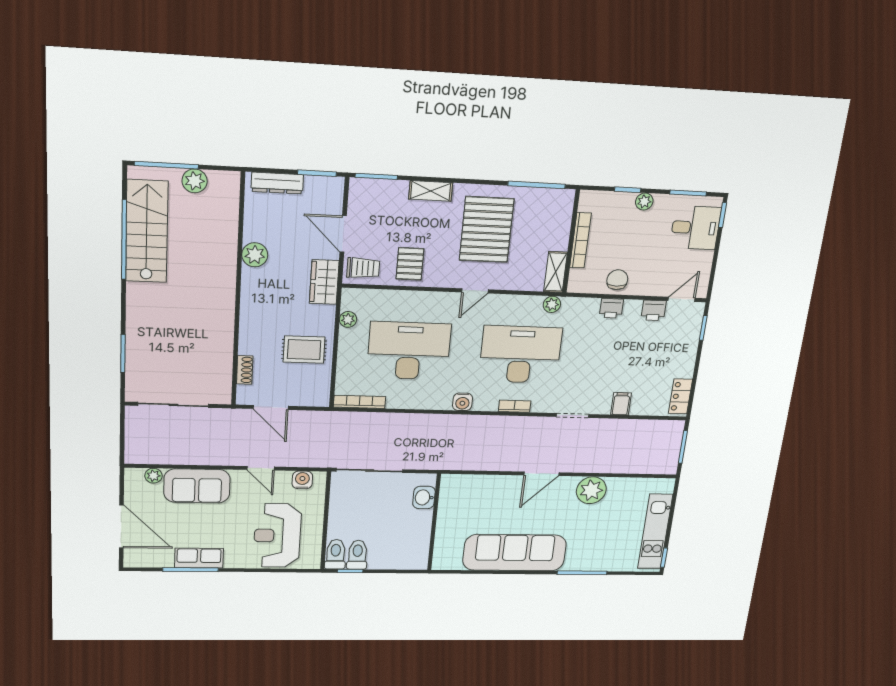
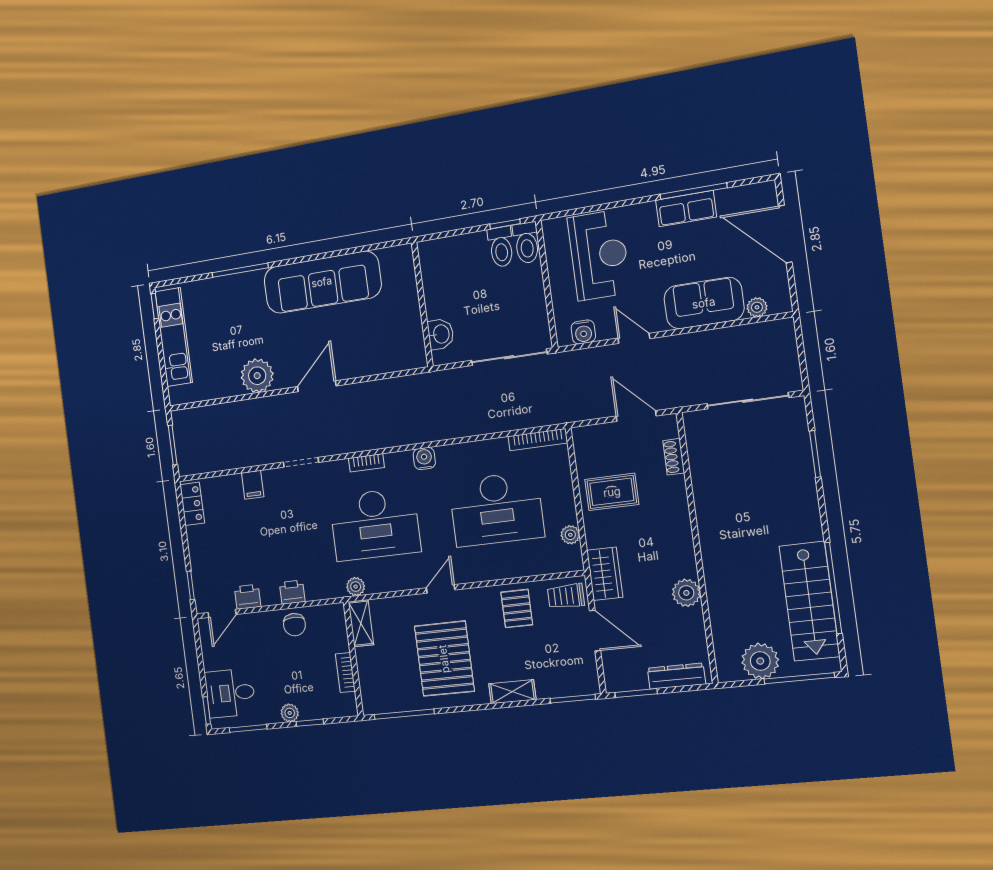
plant: (195, 181) -> (760, 661), width x1.36, depth x1.36
bookcase: (580, 240) -> (345, 673), width x0.64

